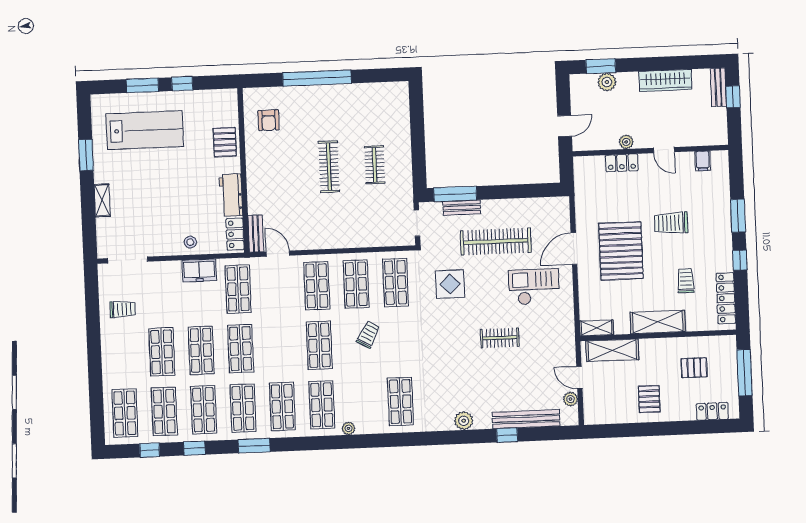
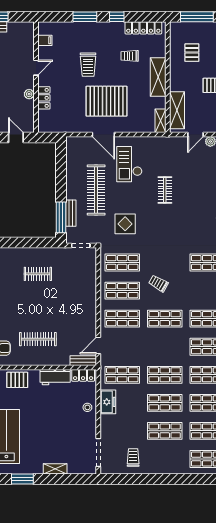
clothes rail: (329, 167) -> (38, 339), moved

